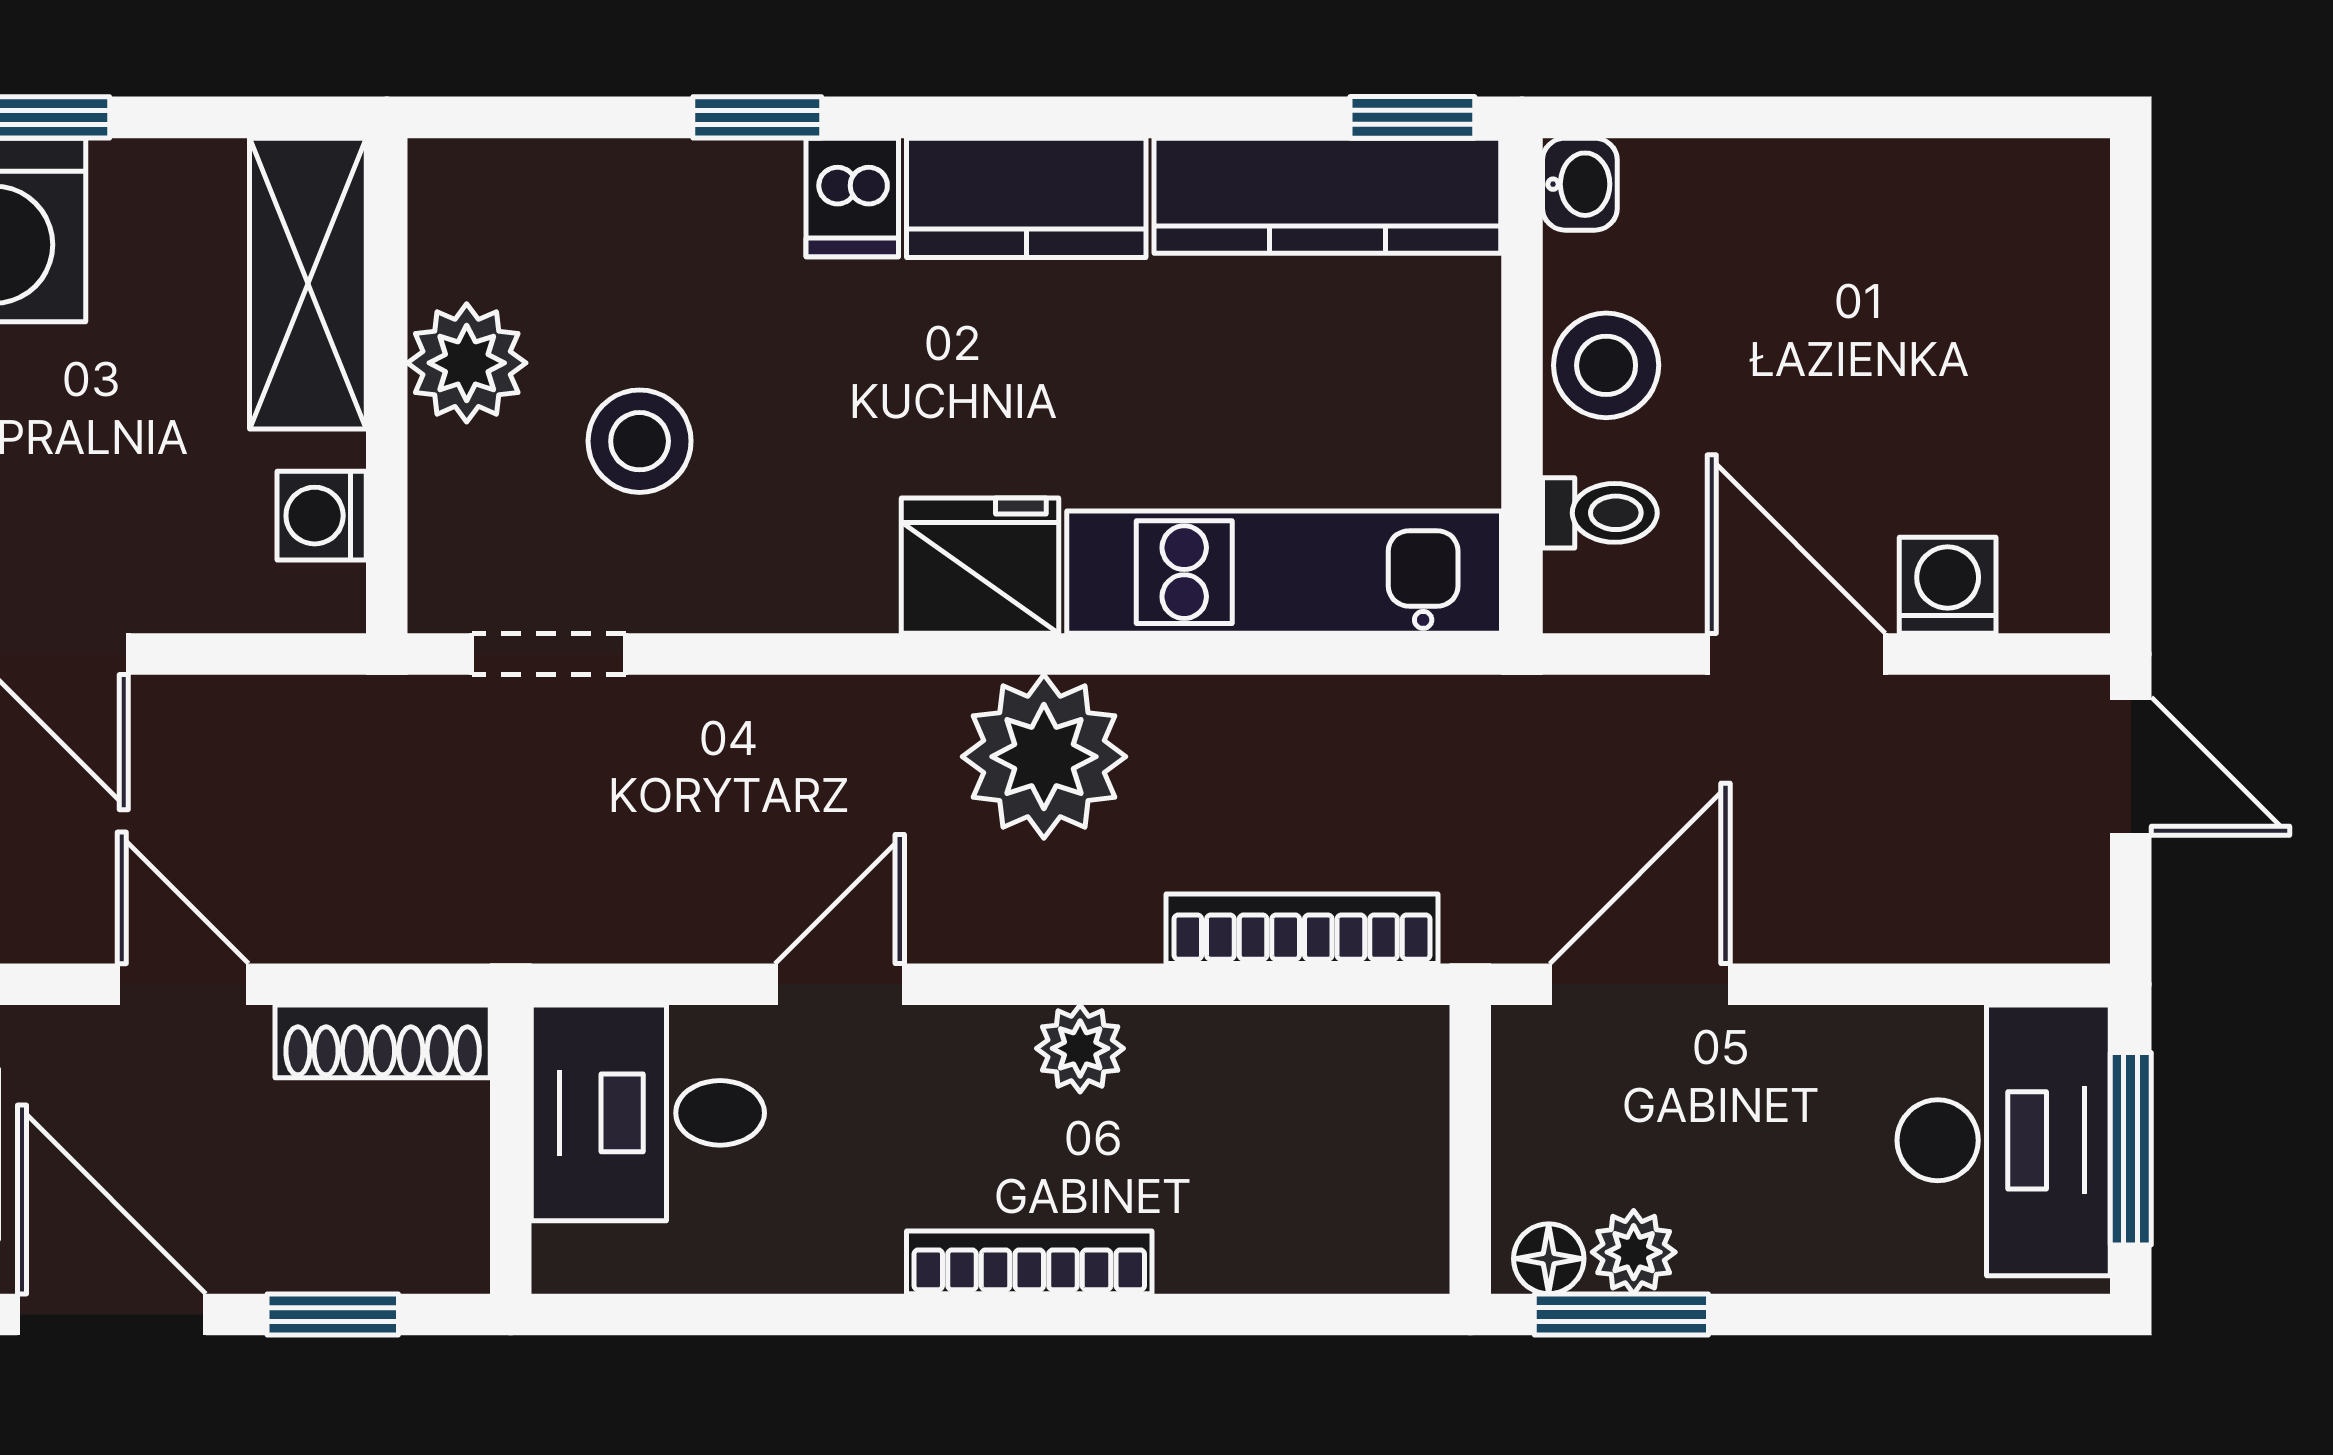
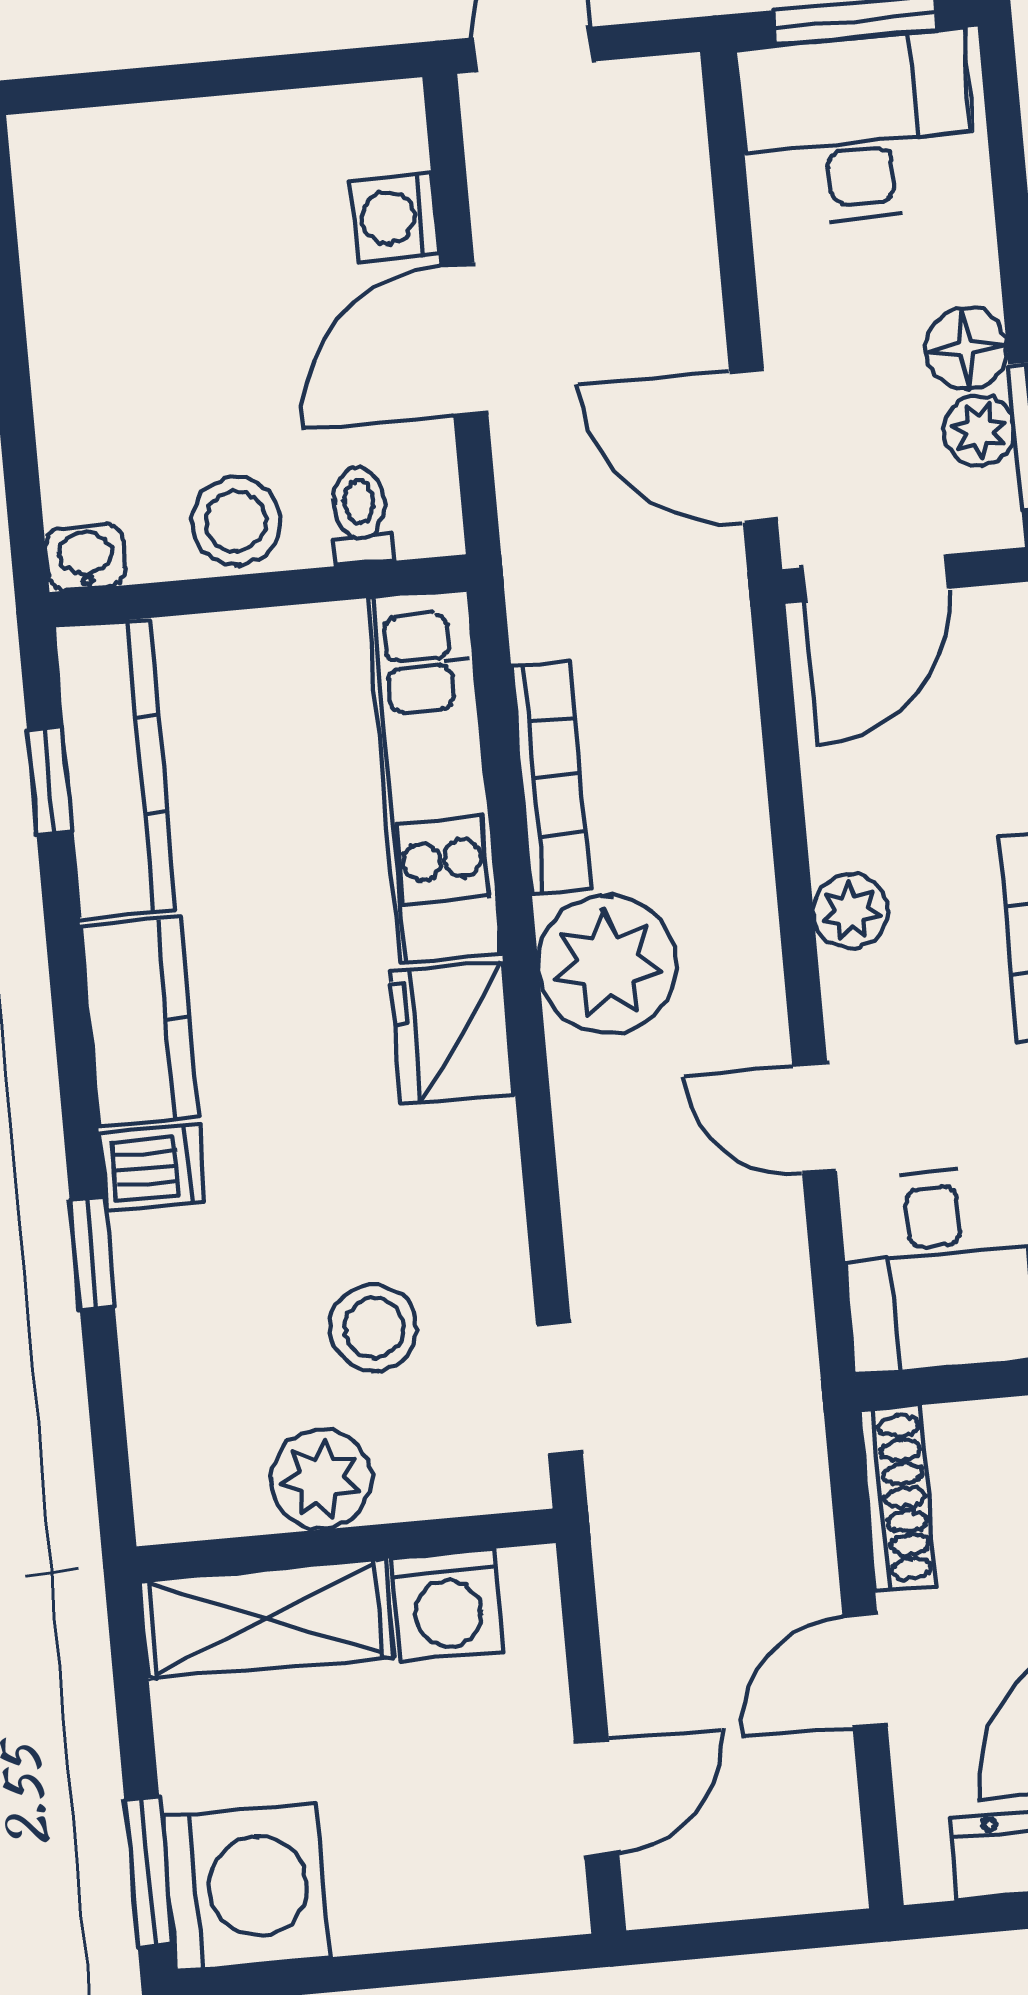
window: (1412, 117) -> (49, 781), moved
washing machine: (322, 516) -> (447, 1605), width x1.38, depth x1.38
bookcase: (1302, 929) -> (551, 777), moved, turned 180
door: (1470, 1114) -> (875, 578), added
floor lamp: (1549, 1259) -> (966, 348), moved, width x1.37, depth x1.37

